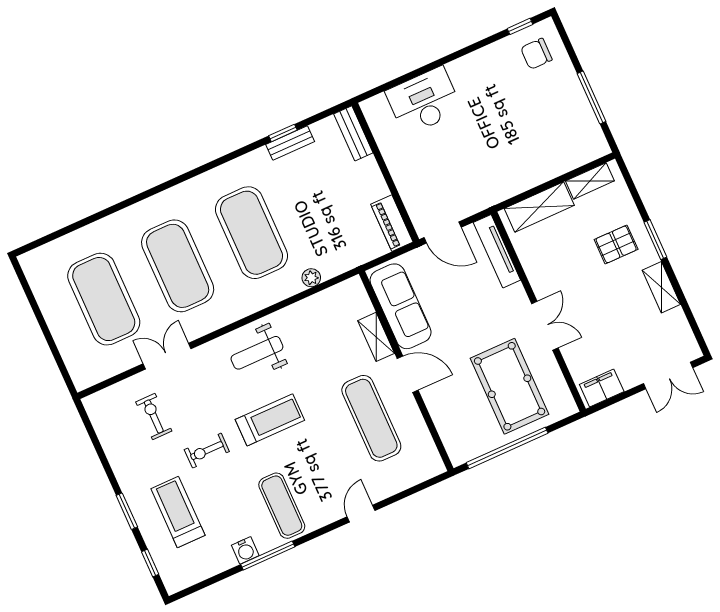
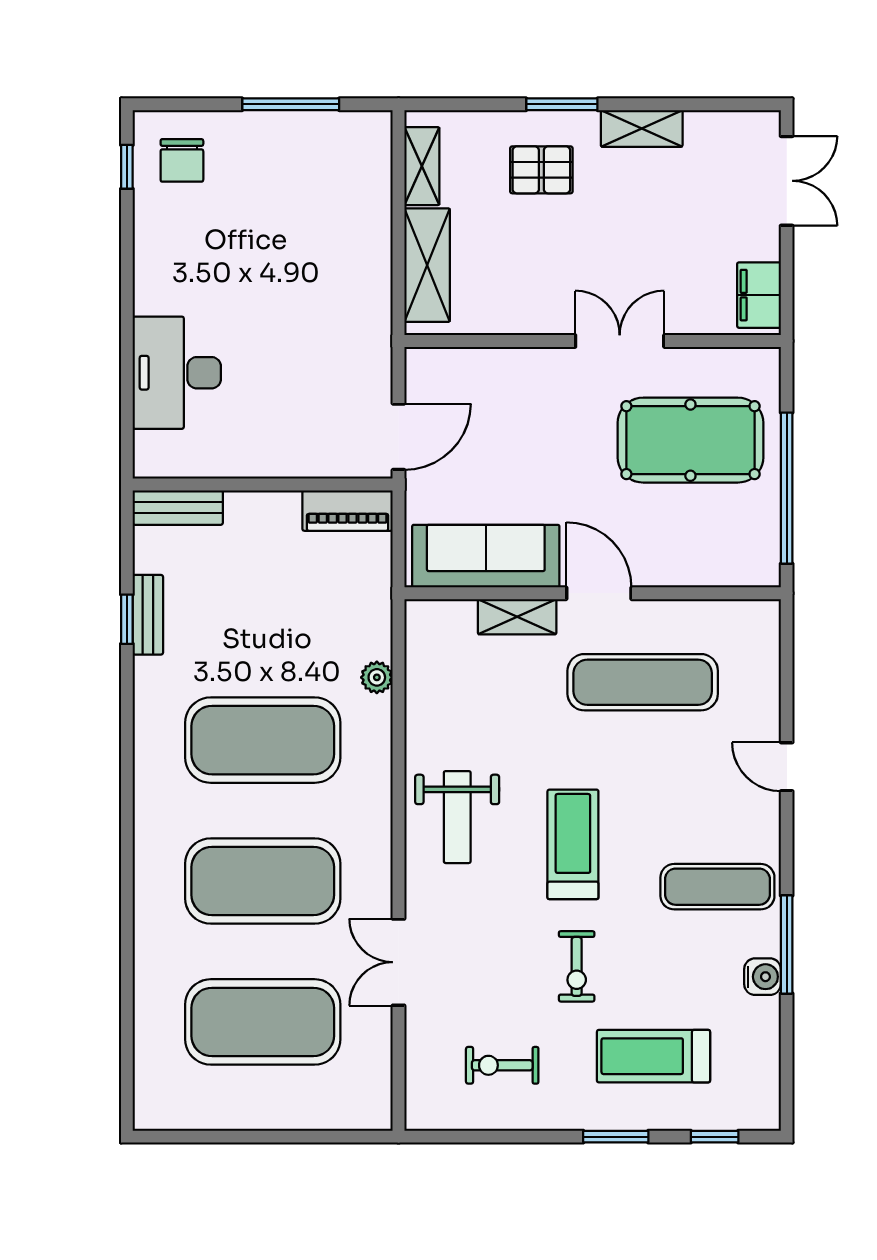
pallet: (616, 244) -> (541, 170), turned 90
tv unit: (497, 251) -> (467, 364), removed
door: (408, 374) -> (599, 593), hinge flipped
exercise bike: (154, 416) -> (502, 1065), moved

